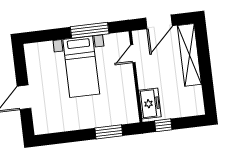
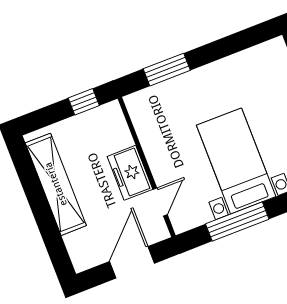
shelving: (189, 55) -> (56, 184), moved
freezer: (150, 104) -> (130, 173), moved

